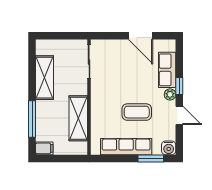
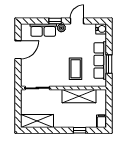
shelving: (44, 78) -> (37, 121), moved
coffee table: (137, 112) -> (76, 69), moved
window: (32, 119) -> (80, 130), width x0.46
window: (151, 158) -> (109, 64), moved

